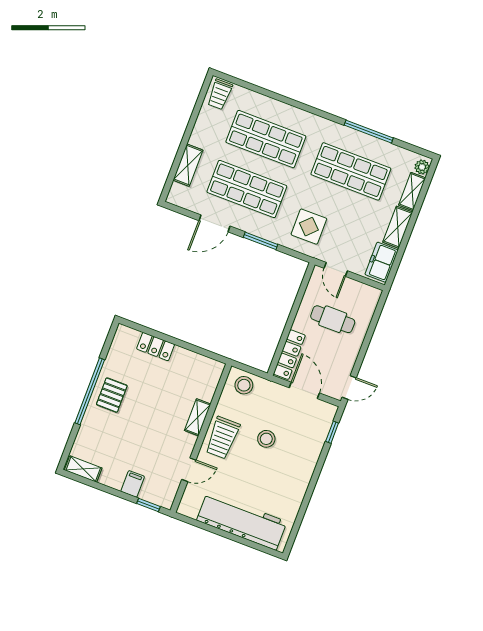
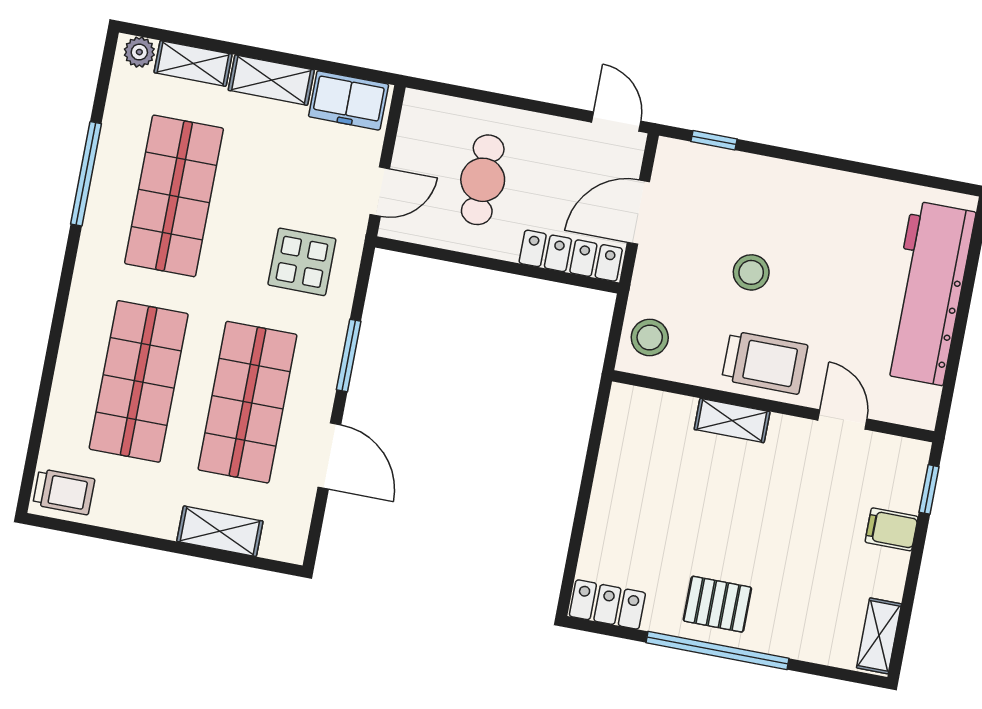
locker: (156, 347) -> (607, 604), moved, turned -90

